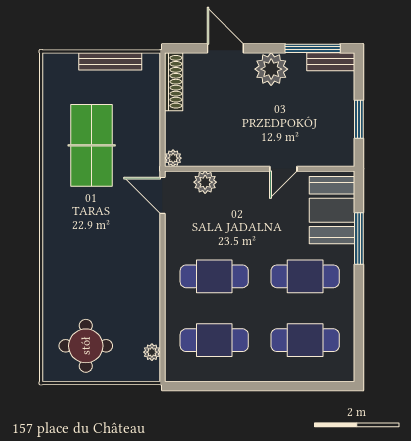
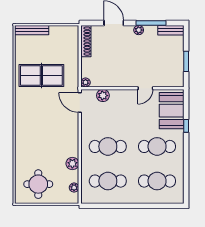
window: (313, 48) -> (151, 23), moved
bench: (110, 61) -> (32, 30), moved
plant: (271, 69) -> (139, 30), width x0.53, depth x0.53
table tennis table: (92, 145) -> (41, 76), turned 90
window: (359, 239) -> (186, 126), width x0.46
plant: (149, 308) -> (72, 164), added

